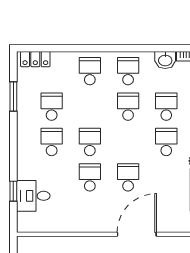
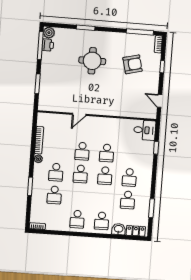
washbasin: (165, 60) -> (119, 229), moved
school desk: (128, 107) -> (80, 174), moved
desk: (33, 196) -> (145, 130), moved
door: (137, 234) -> (79, 114), width x0.53

